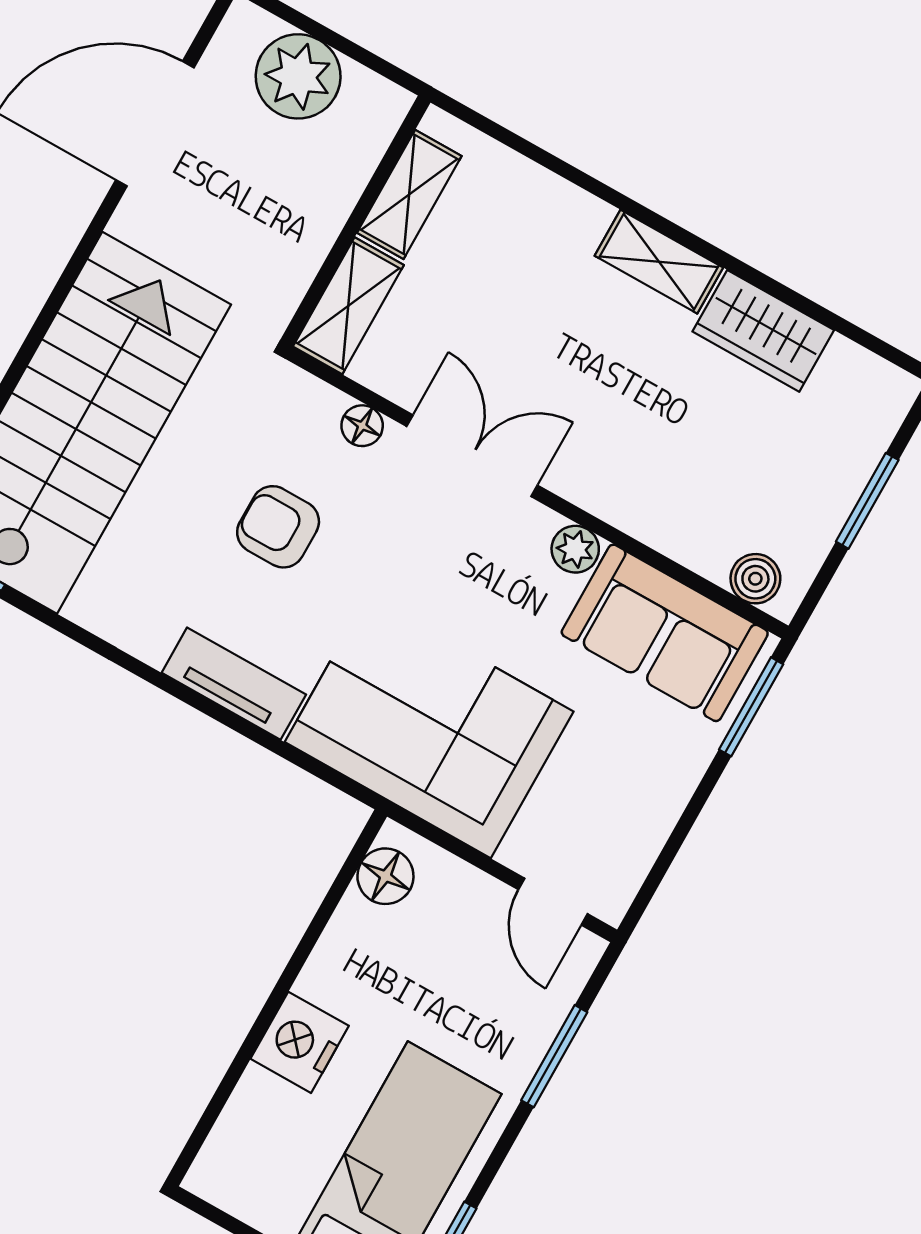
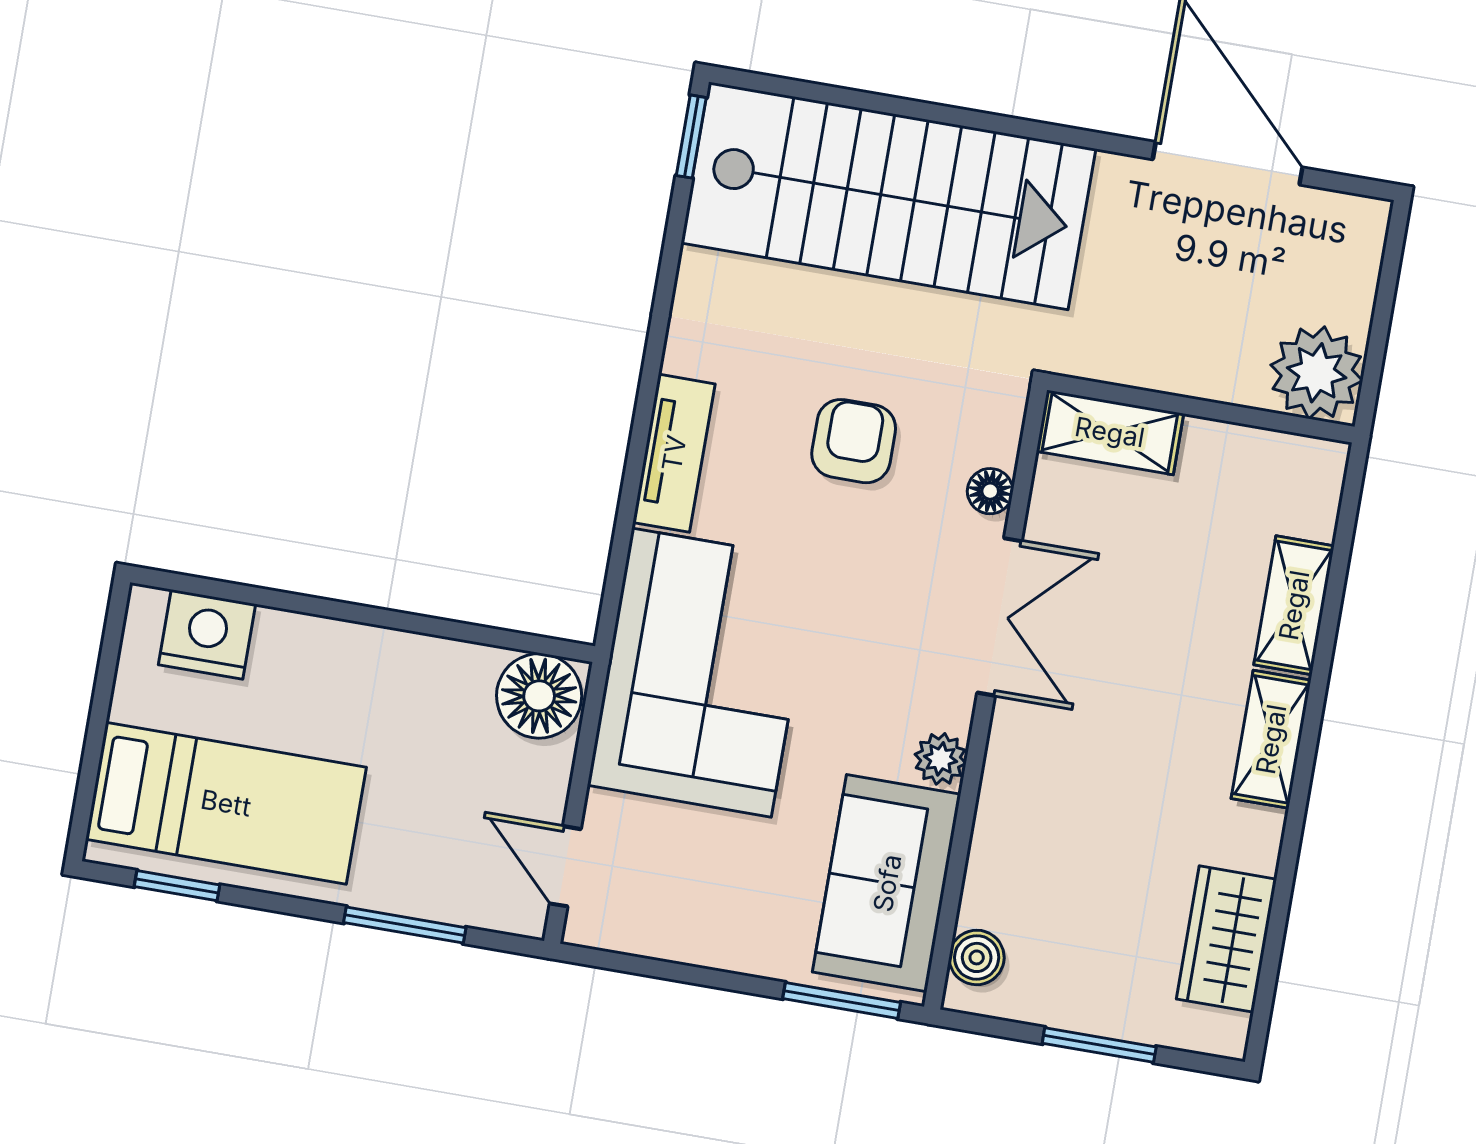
plant: (298, 76) -> (1317, 373), moved
shelving: (409, 194) -> (1294, 605), moved, turned 90
wardrobe: (763, 331) -> (1226, 939), moved
floor lamp: (385, 876) -> (539, 696), width x1.38, depth x1.38
door: (553, 902) -> (565, 866), hinge flipped
nightstand: (300, 1042) -> (207, 634), moved

